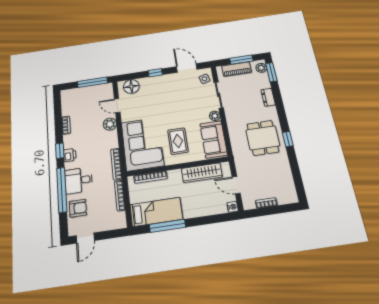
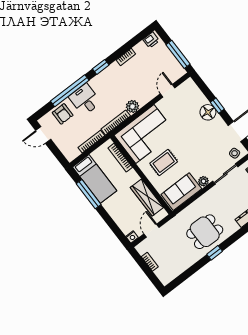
floor lamp: (131, 87) -> (208, 112), moved
plant: (110, 124) -> (132, 106), moved
printer: (70, 155) -> (151, 40), moved

